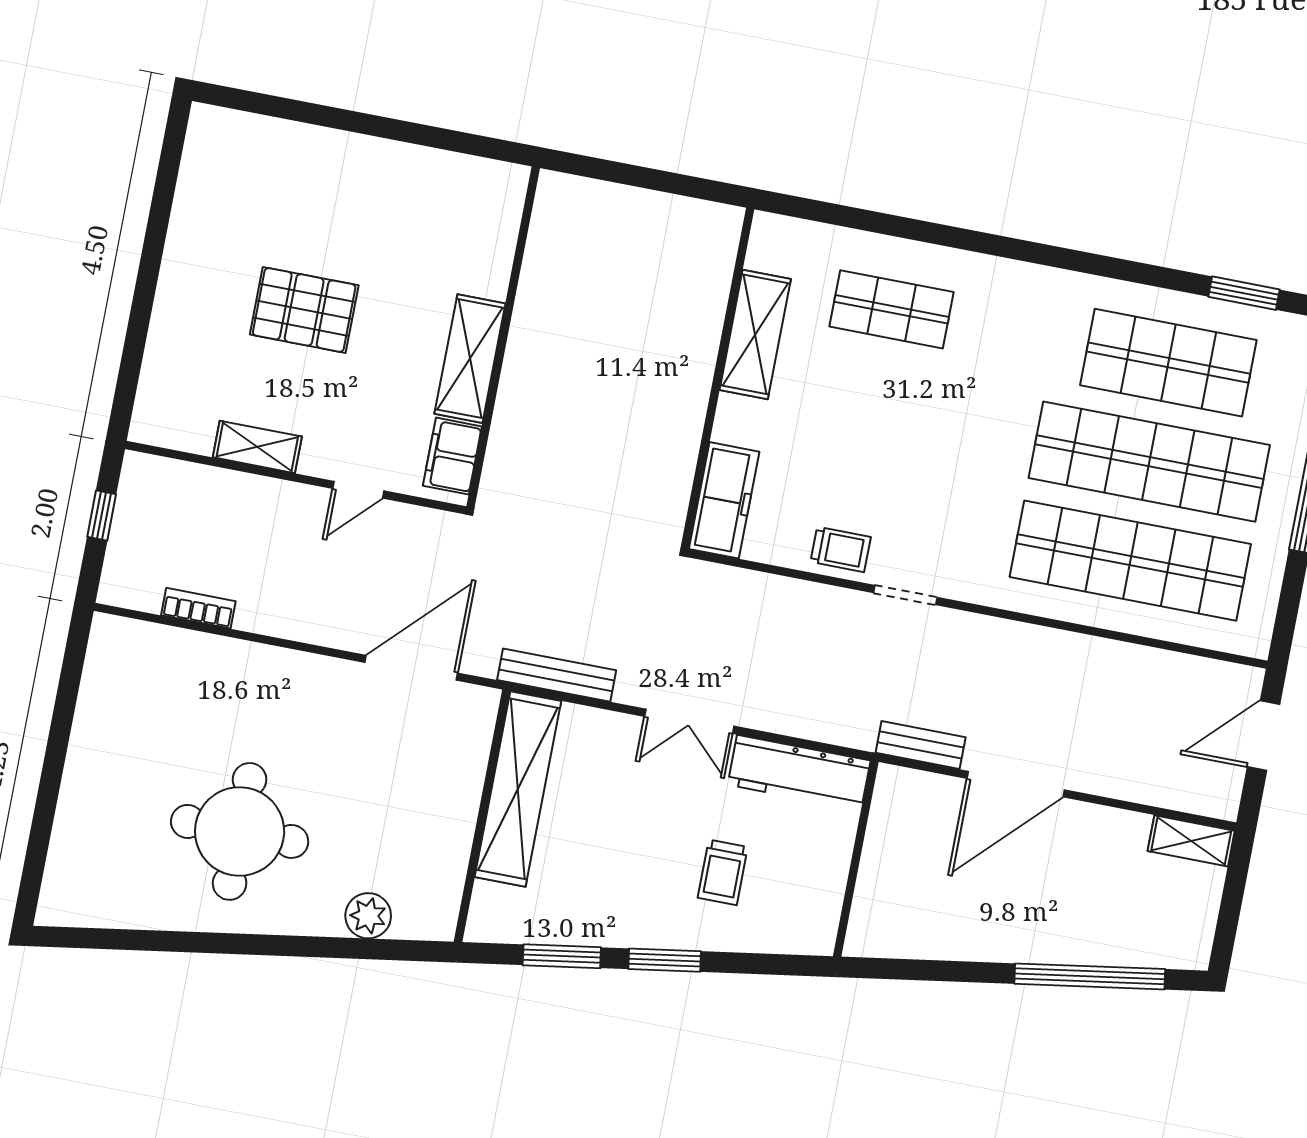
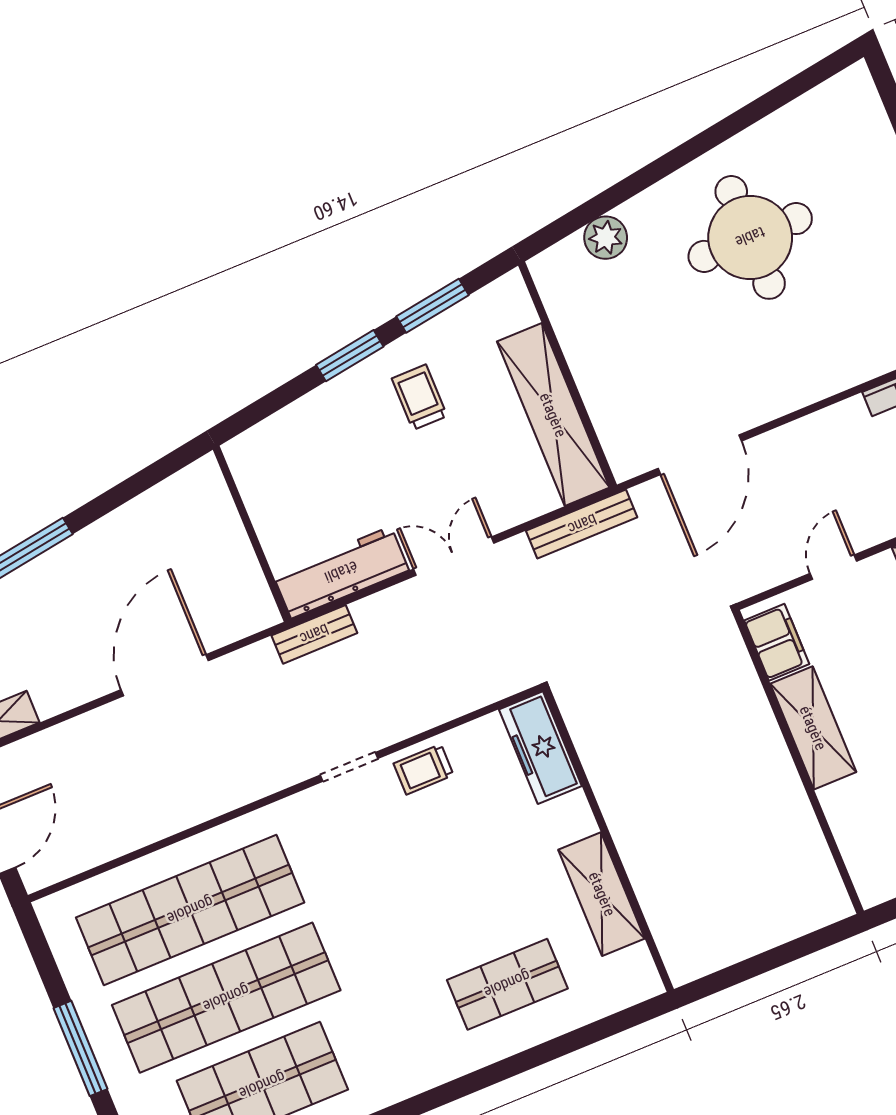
bench: (921, 745) -> (314, 634), moved
trolley: (723, 872) -> (419, 397), moved

